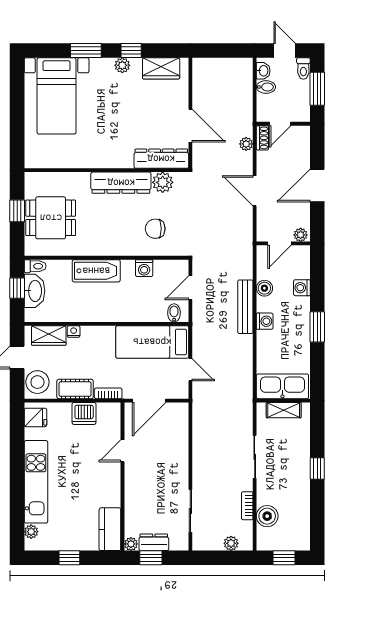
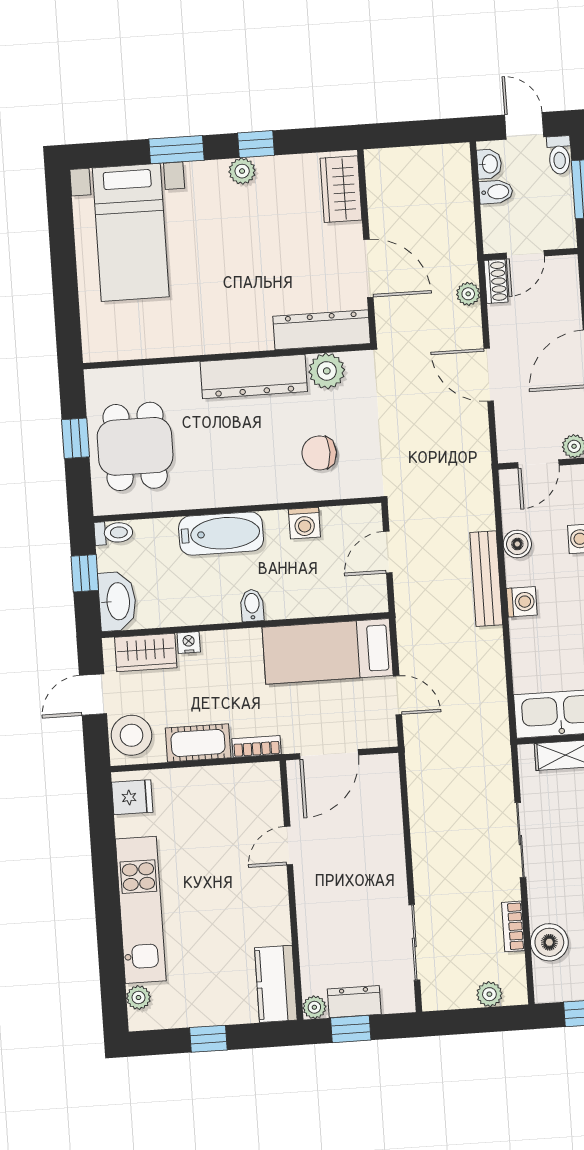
wardrobe: (161, 68) -> (341, 189), moved, turned 90
dining table: (51, 218) -> (135, 446), turned 90
washbasin: (34, 291) -> (117, 601), moved
bidet: (174, 313) -> (252, 605), moved
dishwasher: (84, 413) -> (217, 785), removed

